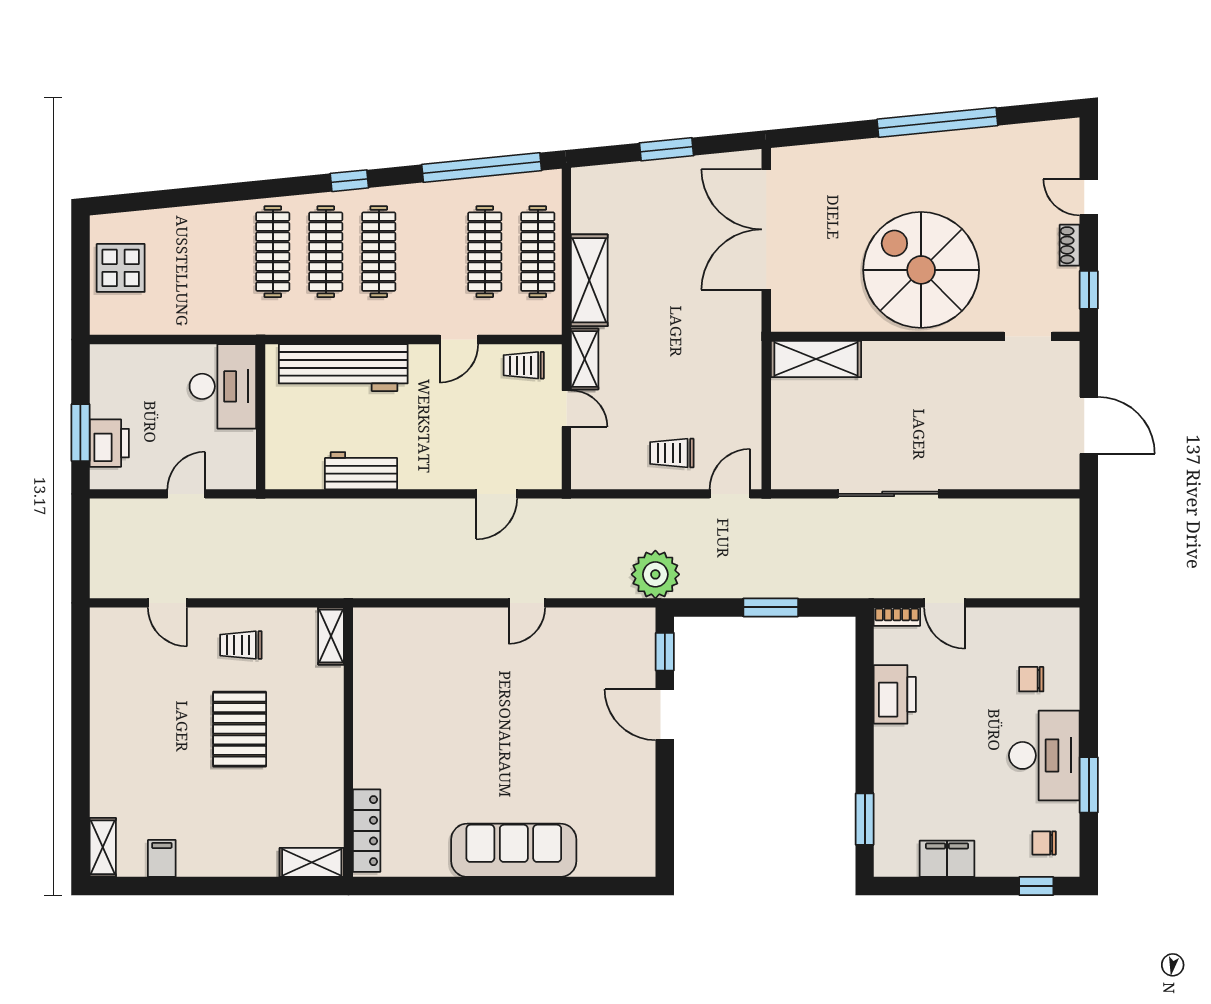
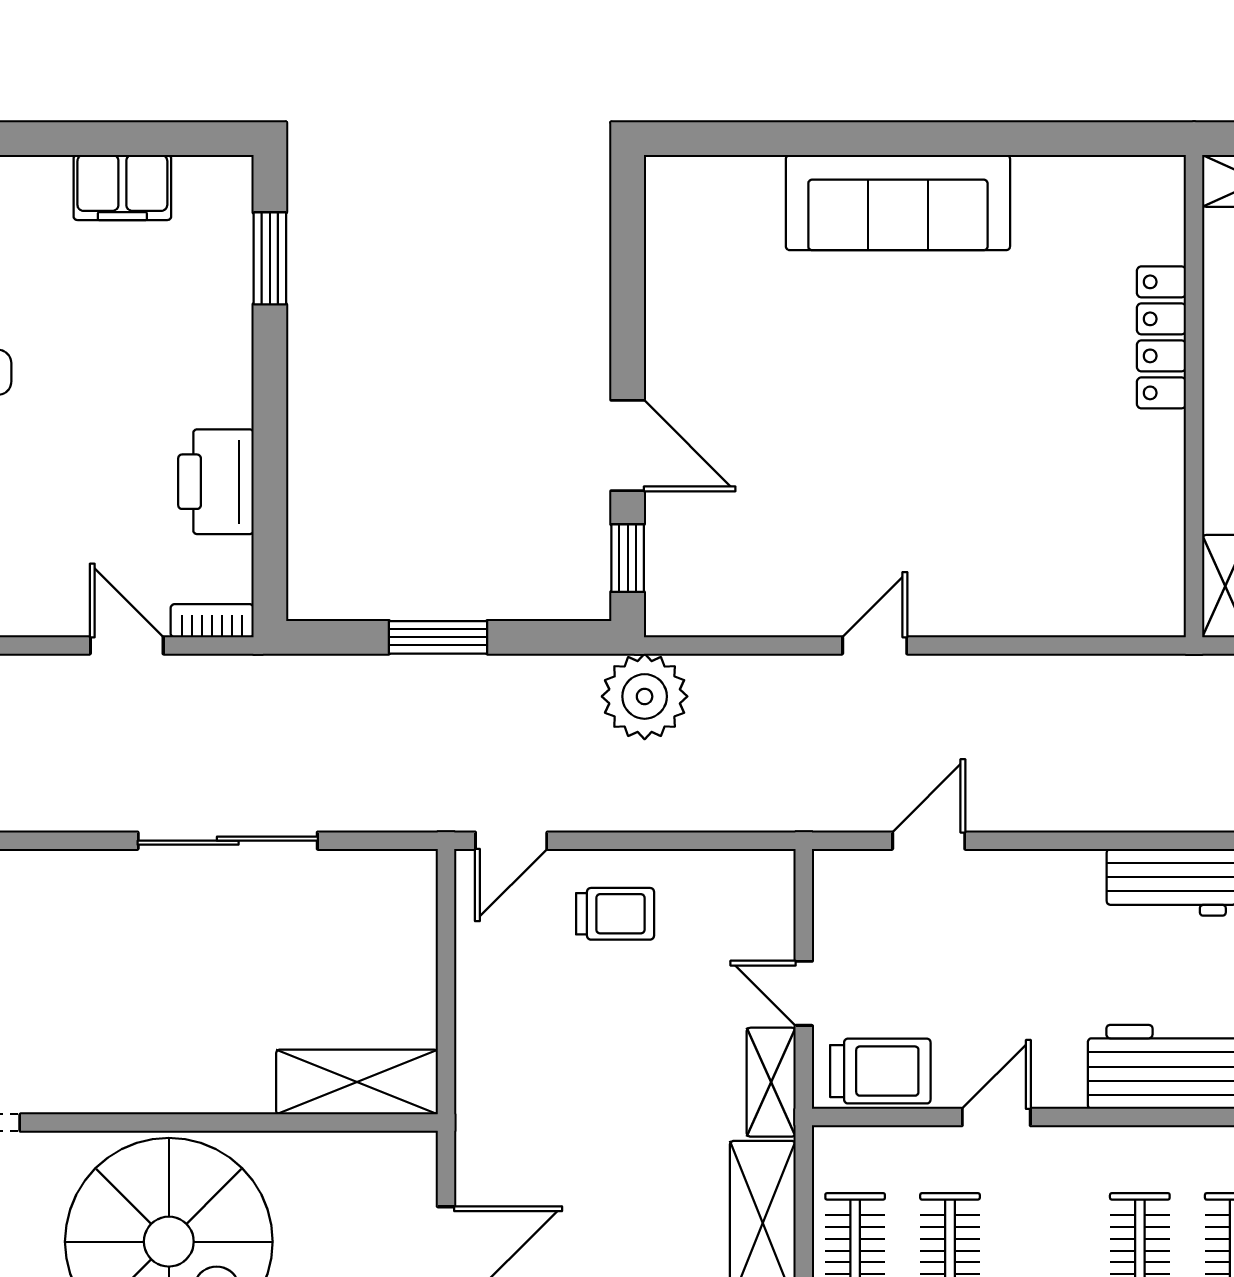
trolley: (524, 365) -> (880, 1071), width x1.36, depth x1.39
locker: (367, 831) -> (1161, 337), moved

